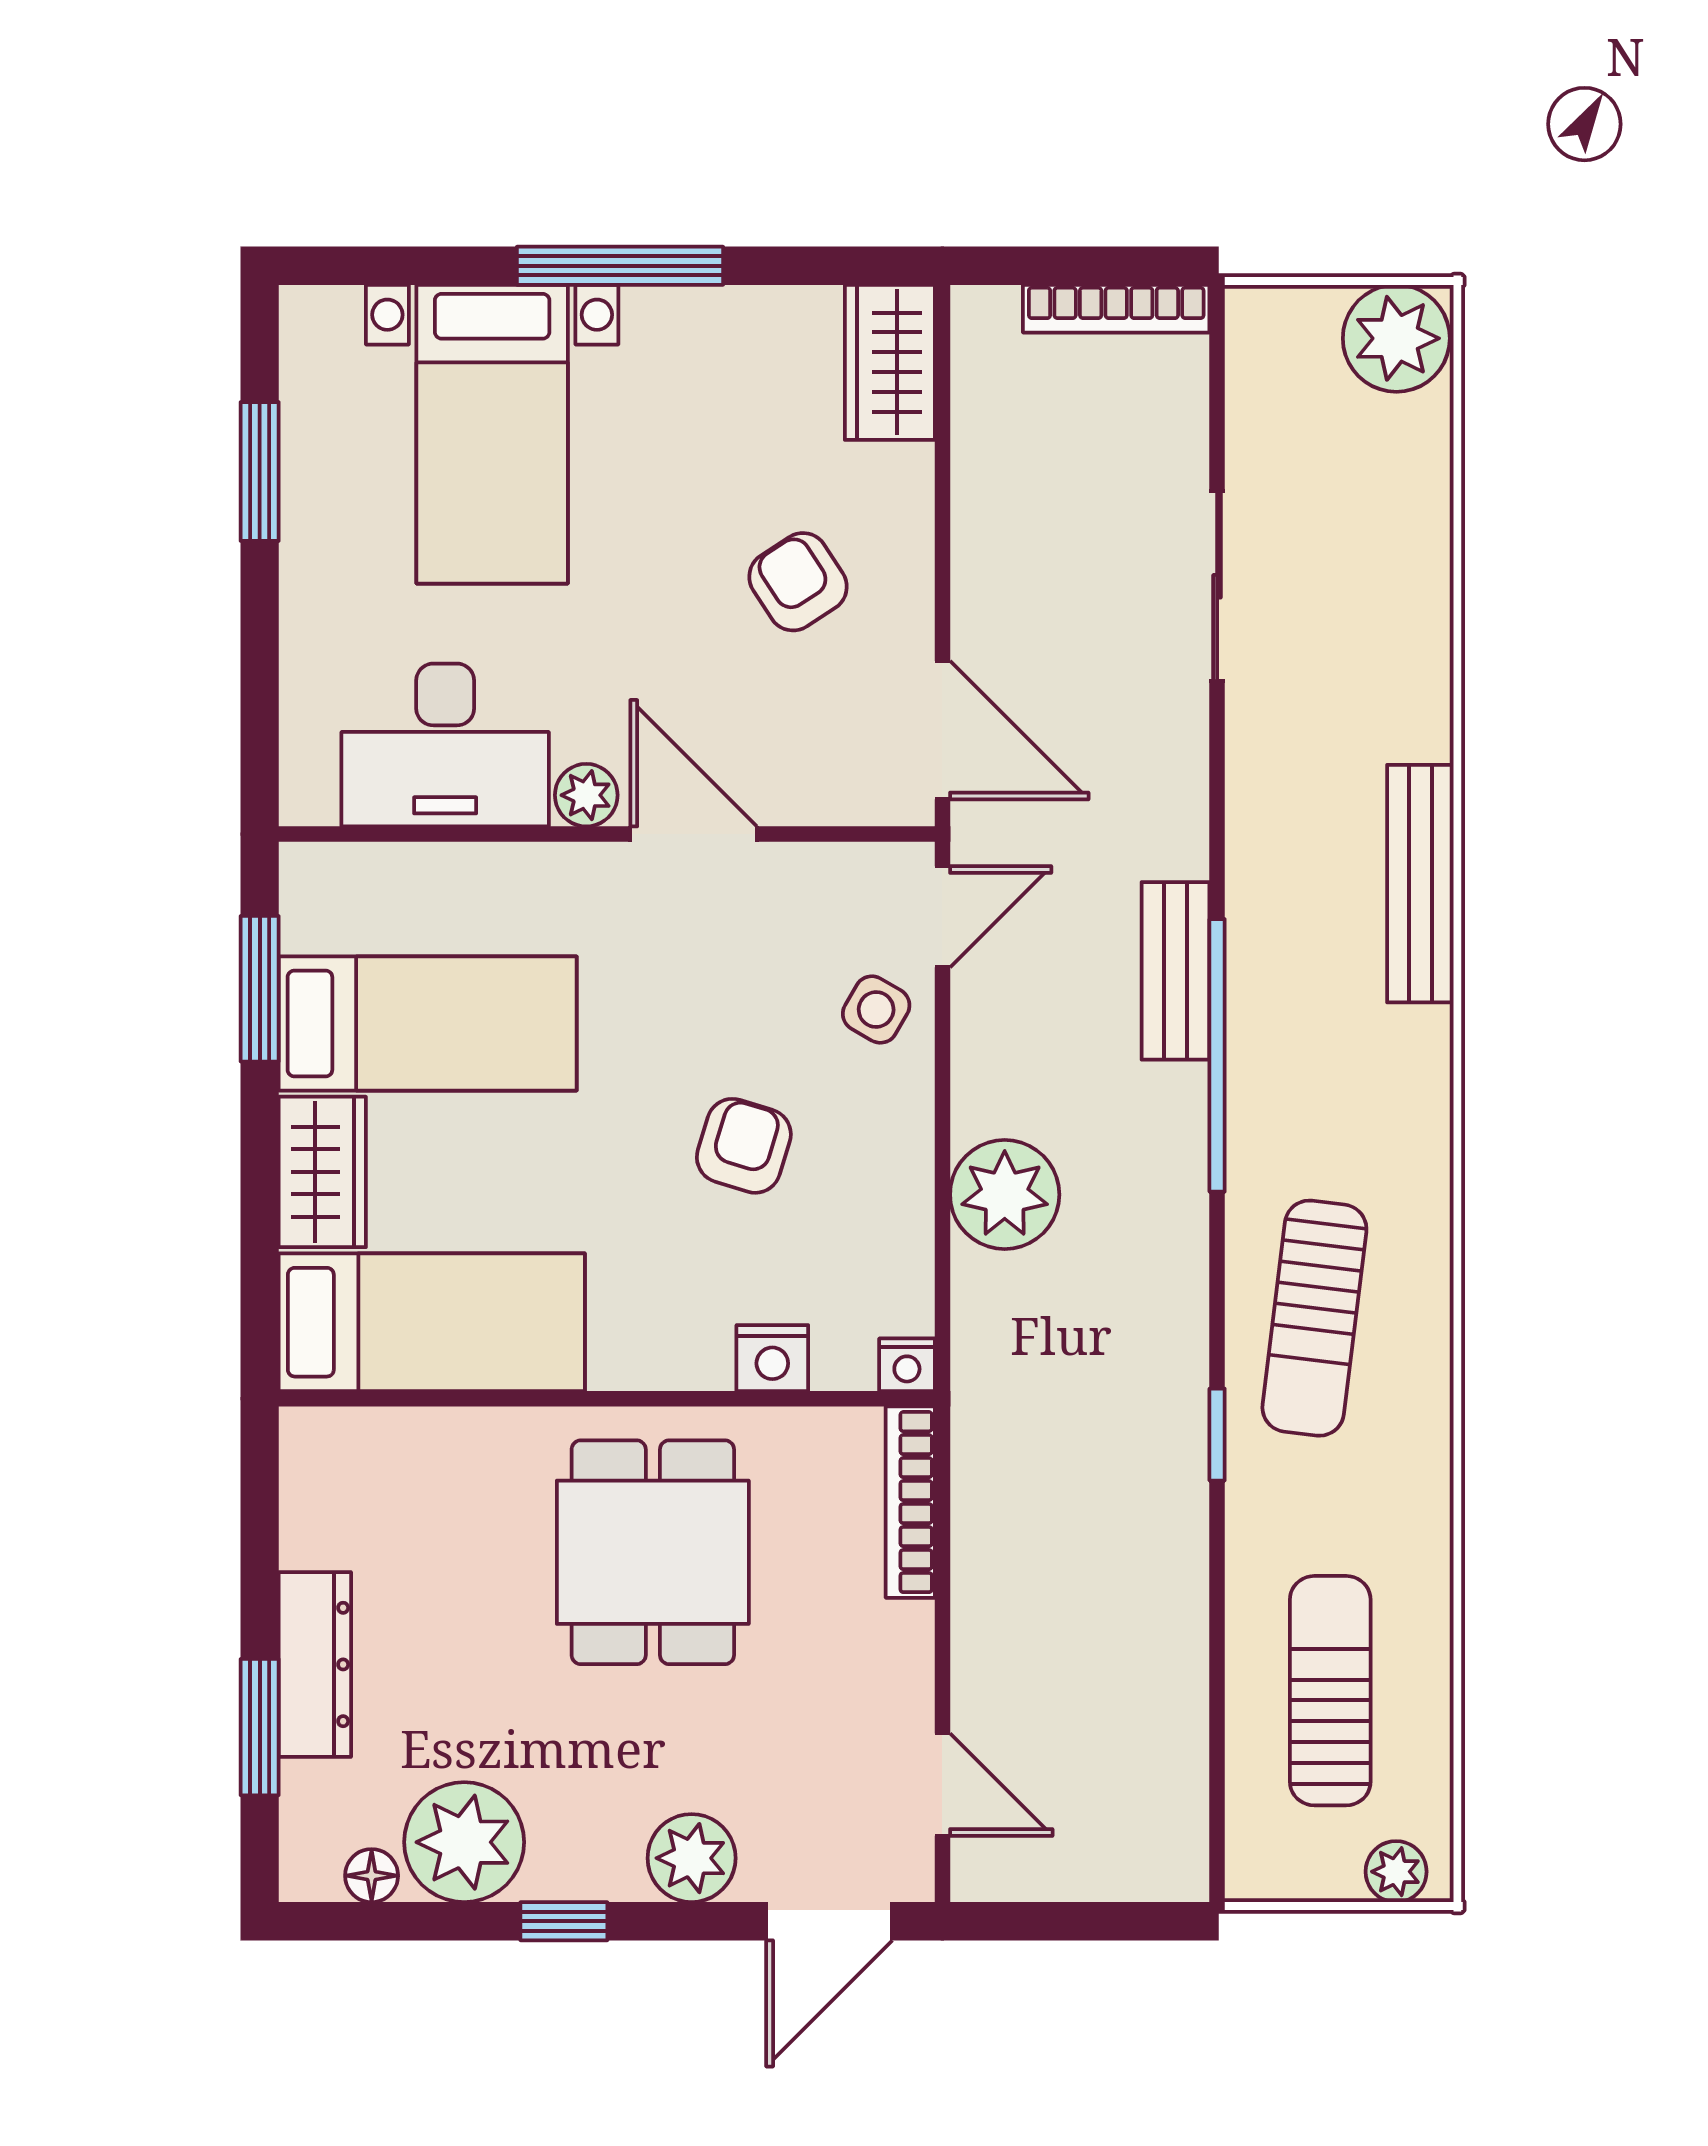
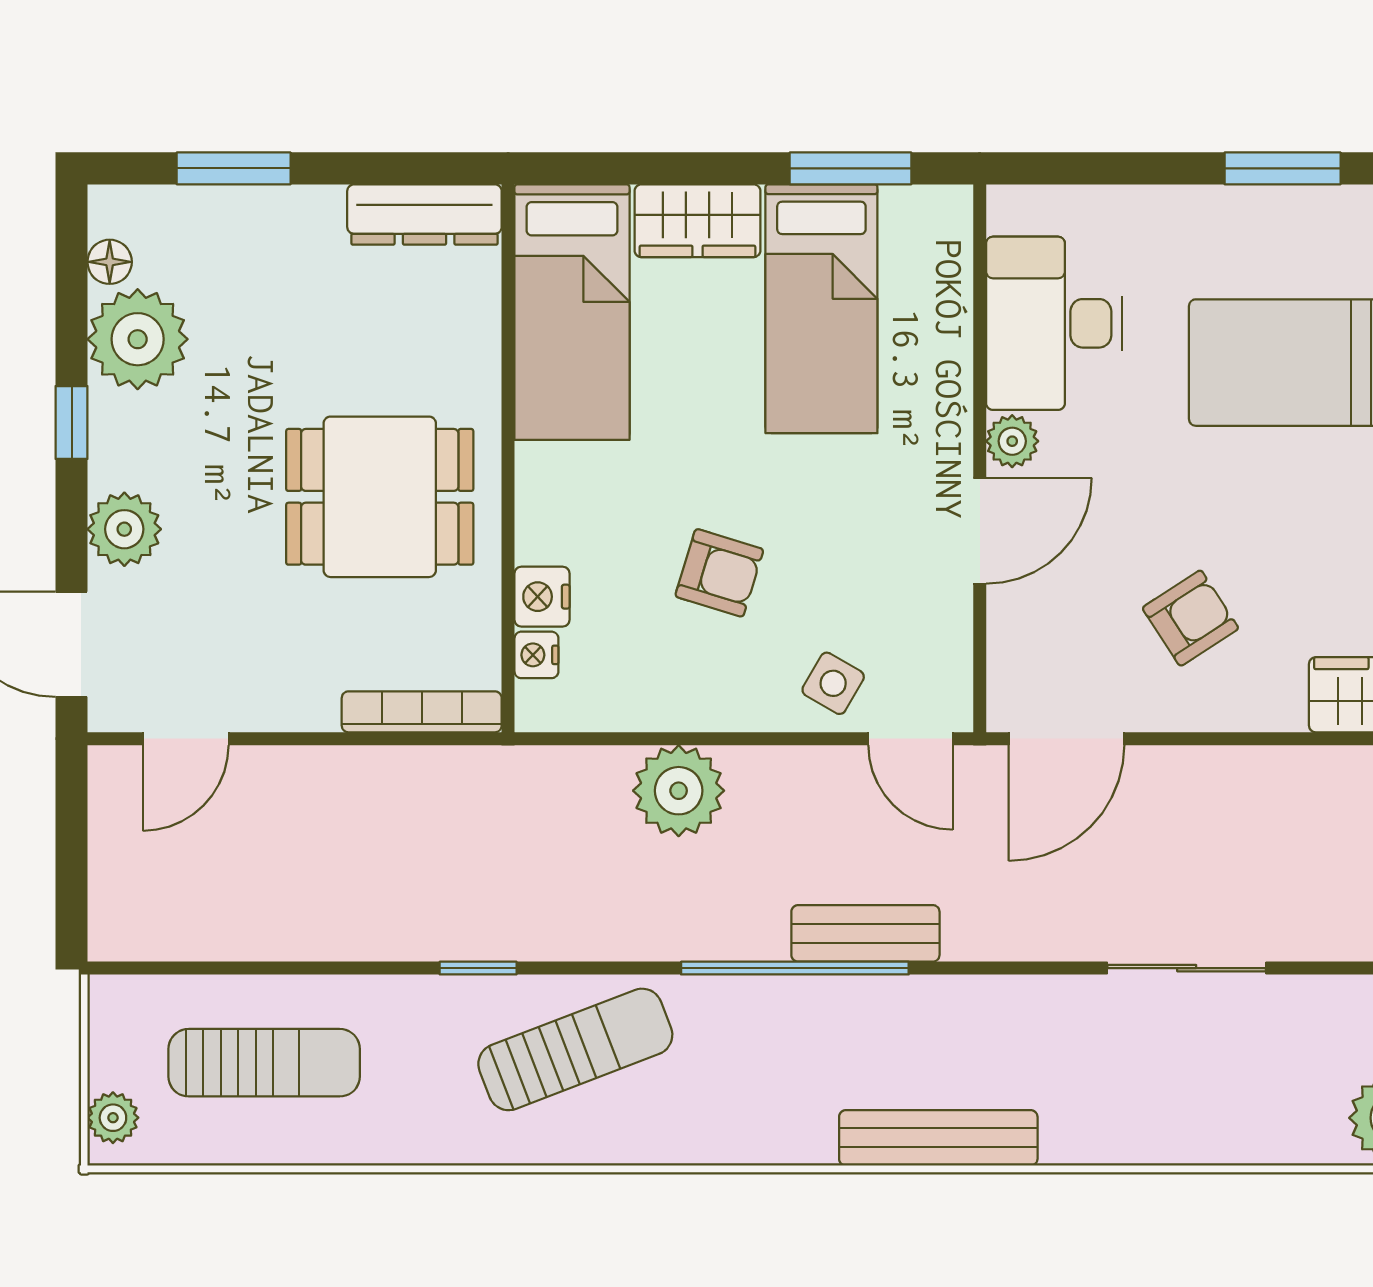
sun lounger: (1314, 1318) -> (575, 1049), turned 152
nightstand: (907, 1365) -> (536, 655), moved
dresser: (315, 1664) -> (424, 214), moved

